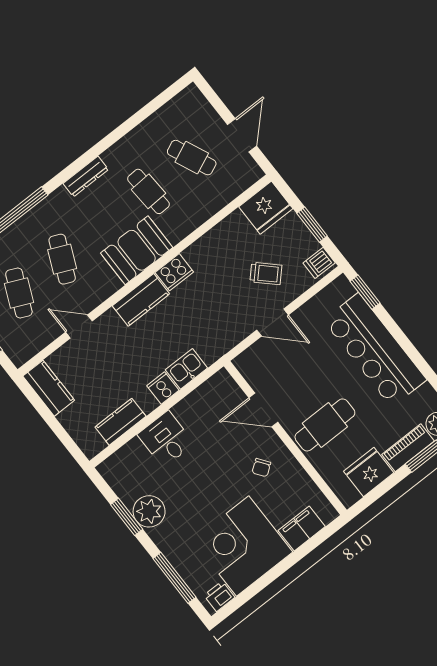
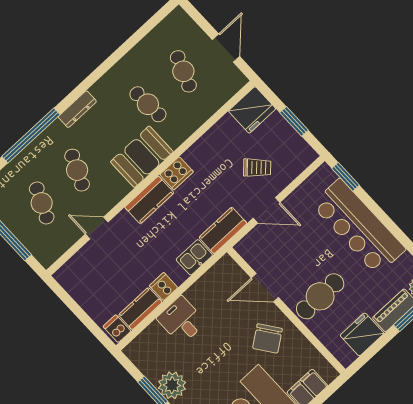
cafe table: (192, 158) -> (183, 71), turned 45
dresser: (86, 176) -> (77, 109), moved
dishwasher: (319, 263) -> (117, 329), moved, turned 90
kitchen counter: (49, 388) -> (223, 230), moved, turned -90
cooker: (163, 388) -> (164, 287), moved
chair: (261, 468) -> (267, 338), width x1.87, depth x1.87

